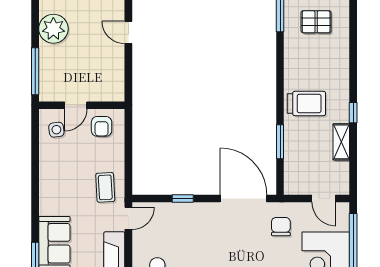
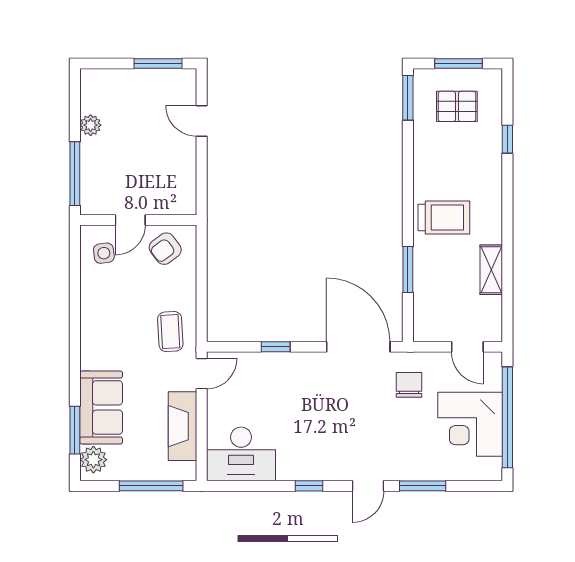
plant: (53, 29) -> (91, 125), width x0.53, depth x0.53
window: (353, 113) -> (507, 139), moved
armchair: (102, 126) -> (165, 249), turned 53

